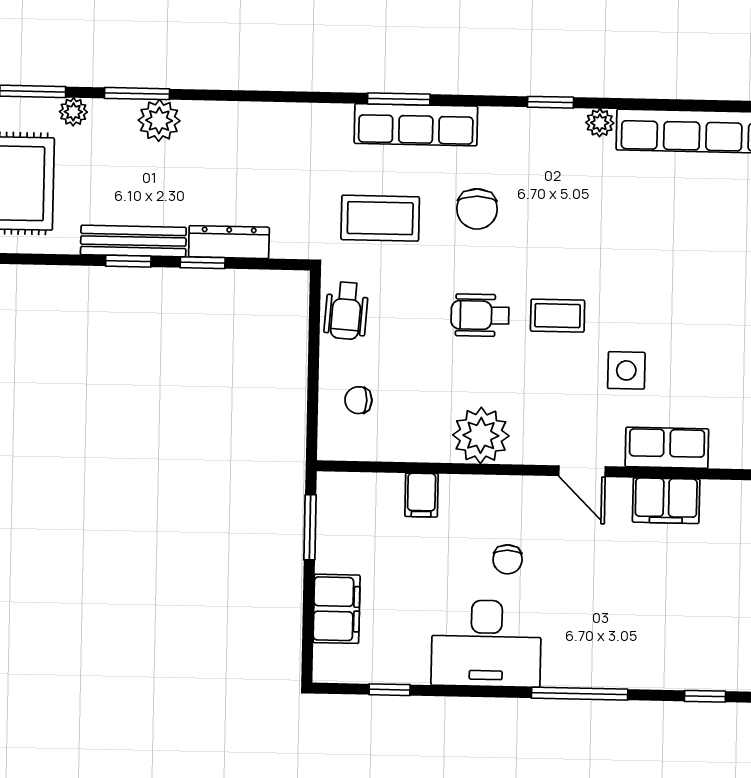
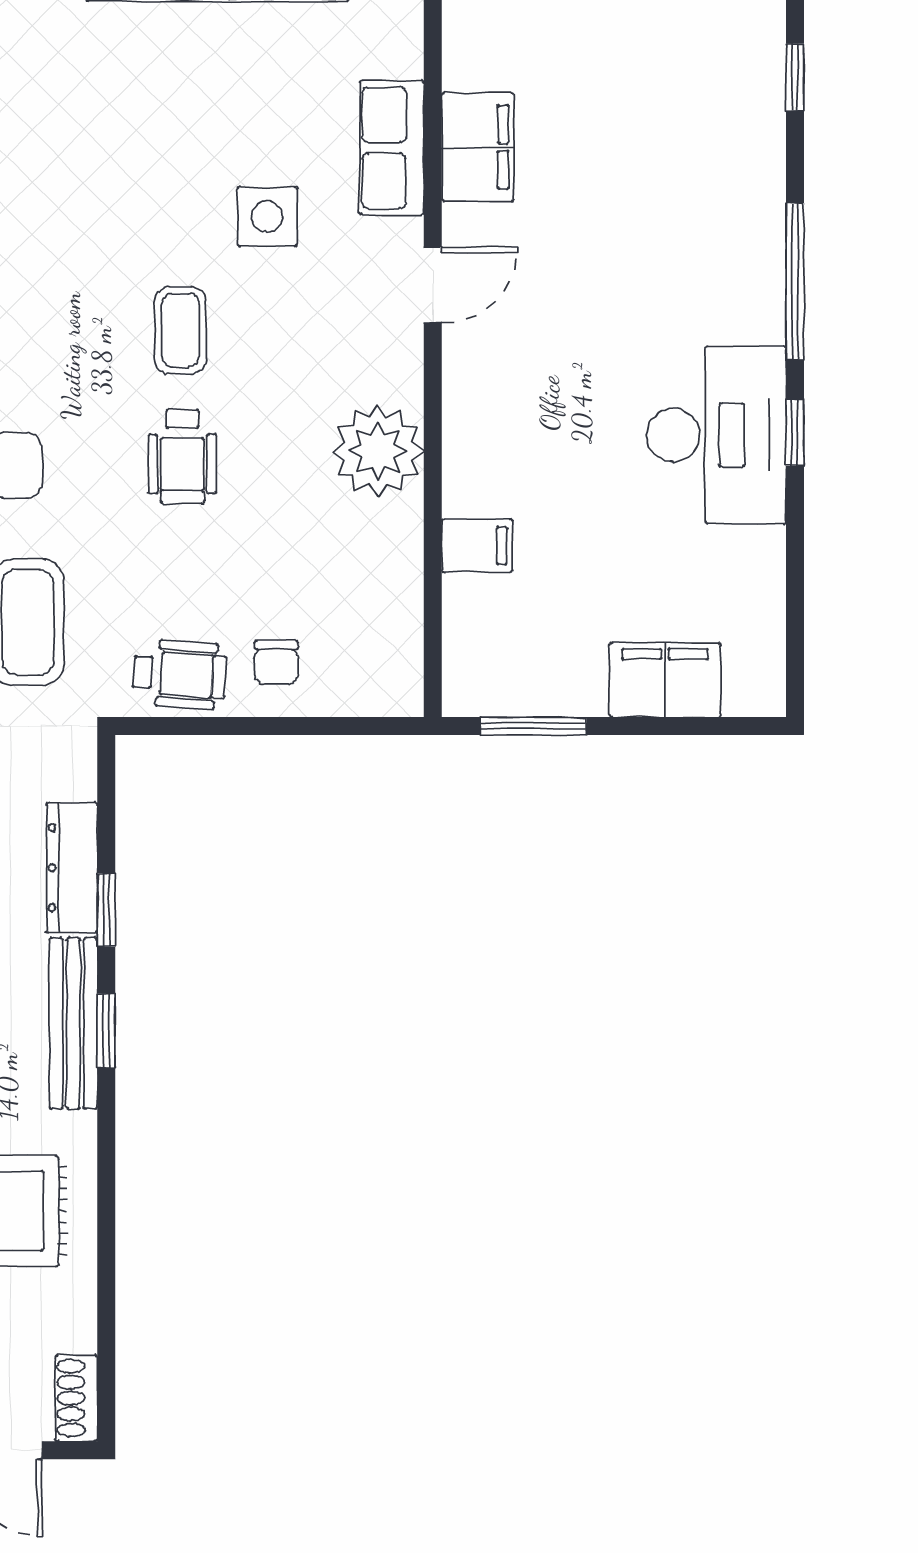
chair: (358, 400) -> (276, 663), moved
chair: (508, 559) -> (579, 403), removed
window: (390, 690) -> (795, 432), moved

